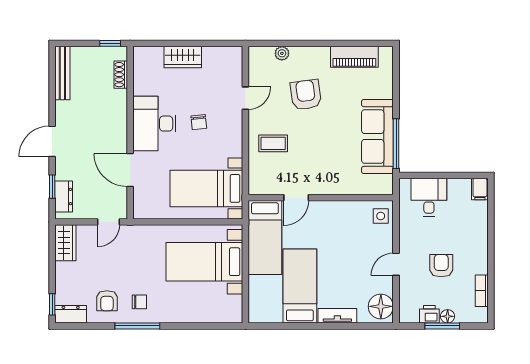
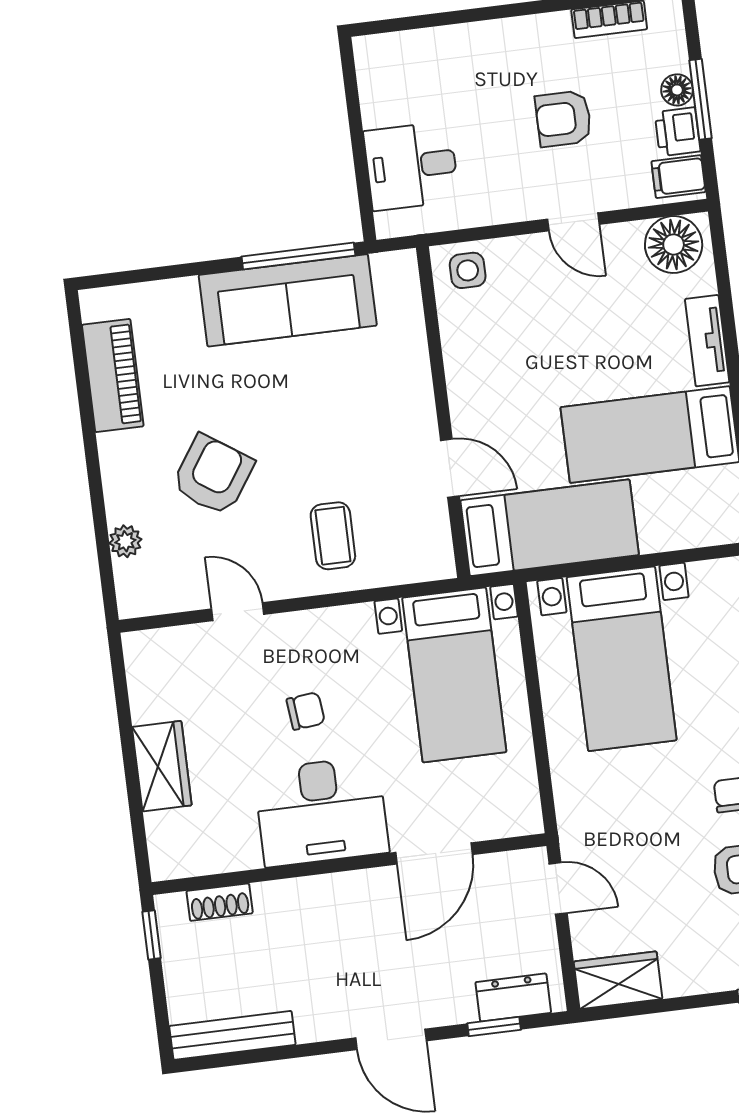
armchair: (306, 95) -> (213, 475), turned 132
filing cabinet: (480, 189) -> (678, 177), moved, turned 180

